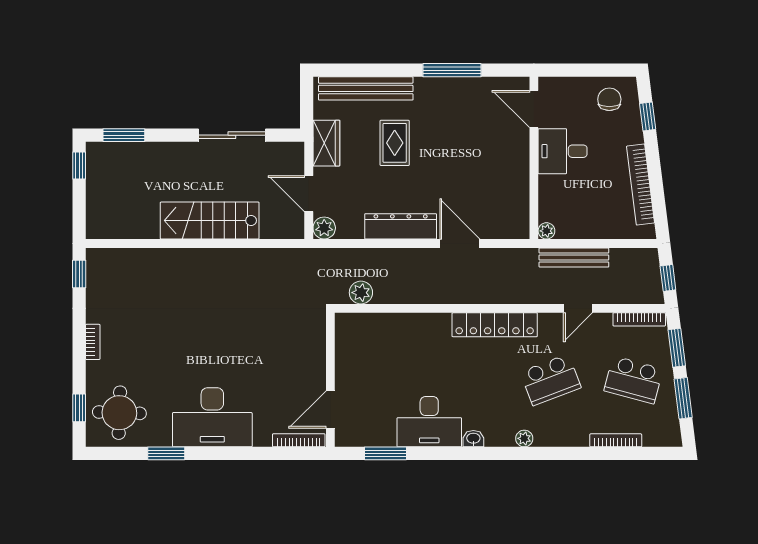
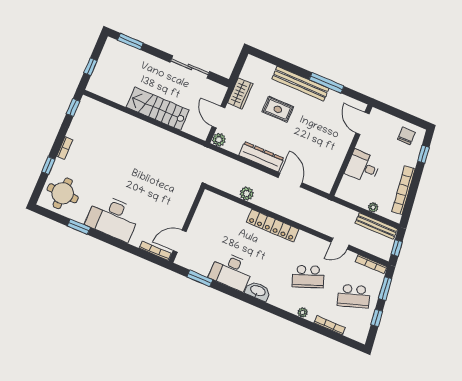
bench: (366, 88) -> (300, 84), moved
rug: (395, 143) -> (278, 109), turned 90
desk: (563, 151) -> (363, 167), moved
window: (79, 166) -> (91, 67), moved
plant: (546, 231) -> (373, 207), moved
bench: (574, 257) -> (376, 226), moved
plant: (361, 293) -> (247, 194), moved
locker: (495, 325) -> (273, 226), moved
school desk: (634, 380) -> (354, 296), turned -33
window: (683, 398) -> (377, 318), width x0.67
window: (79, 408) -> (48, 166), moved
plant: (524, 438) -> (303, 312), moved
washbasin: (473, 439) -> (258, 291), width x1.91, depth x1.45

